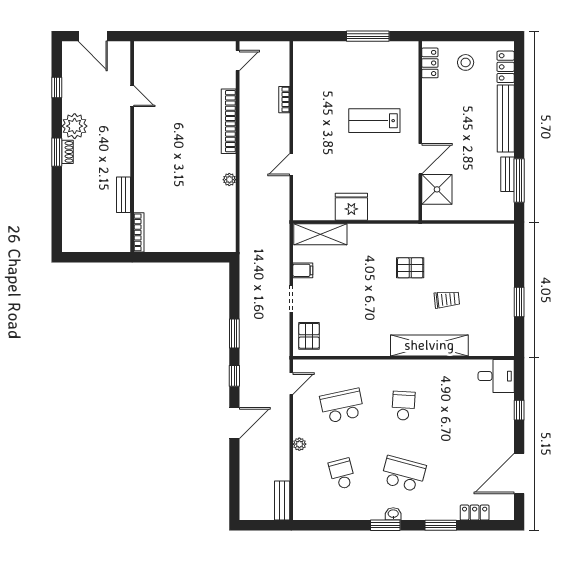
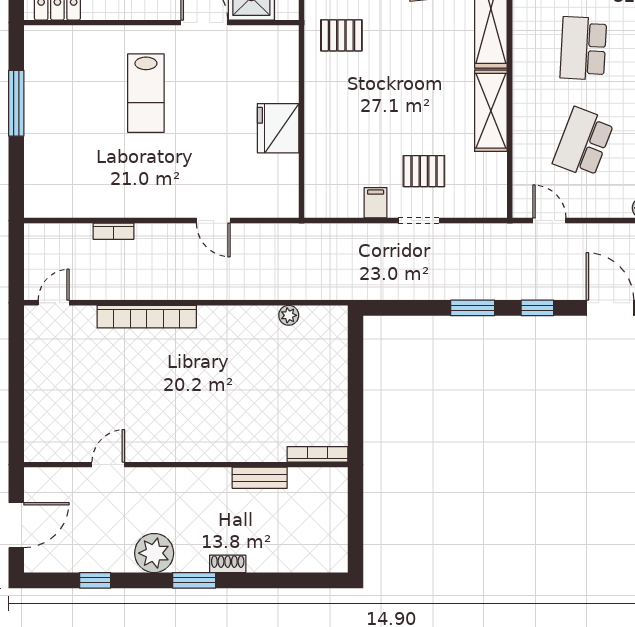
door: (238, 61) -> (54, 303), hinge flipped
shoe rack: (67, 152) -> (228, 564), moved
plant: (229, 180) -> (289, 315), moved
shelving: (320, 234) -> (491, 111), moved
pallet: (410, 268) -> (341, 35), moved, turned 90
pallet: (309, 336) -> (424, 171), moved
school desk: (342, 406) -> (583, 143), turned 33
school desk: (403, 406) -> (583, 48), width x1.85

